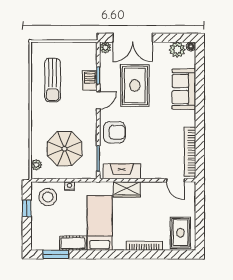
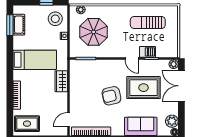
armchair: (114, 132) -> (111, 96), moved, turned 77
fireplace: (122, 171) -> (76, 77), removed
cot: (73, 243) -> (19, 25), moved

